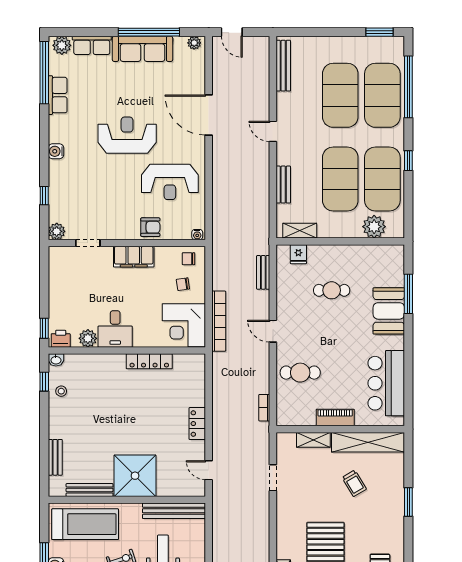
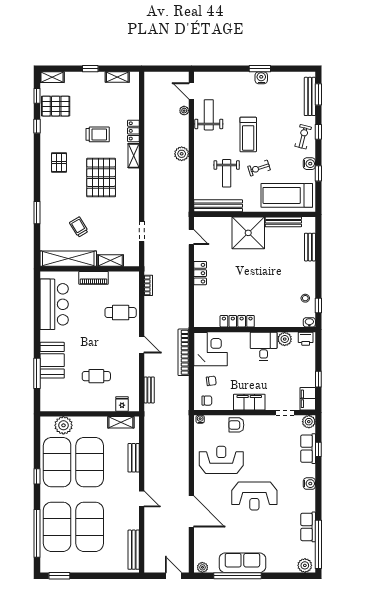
row of seats: (92, 45) -> (308, 449), moved, turned -90
filing cabinet: (58, 261) -> (308, 399), added
window: (44, 328) -> (318, 379), moved

